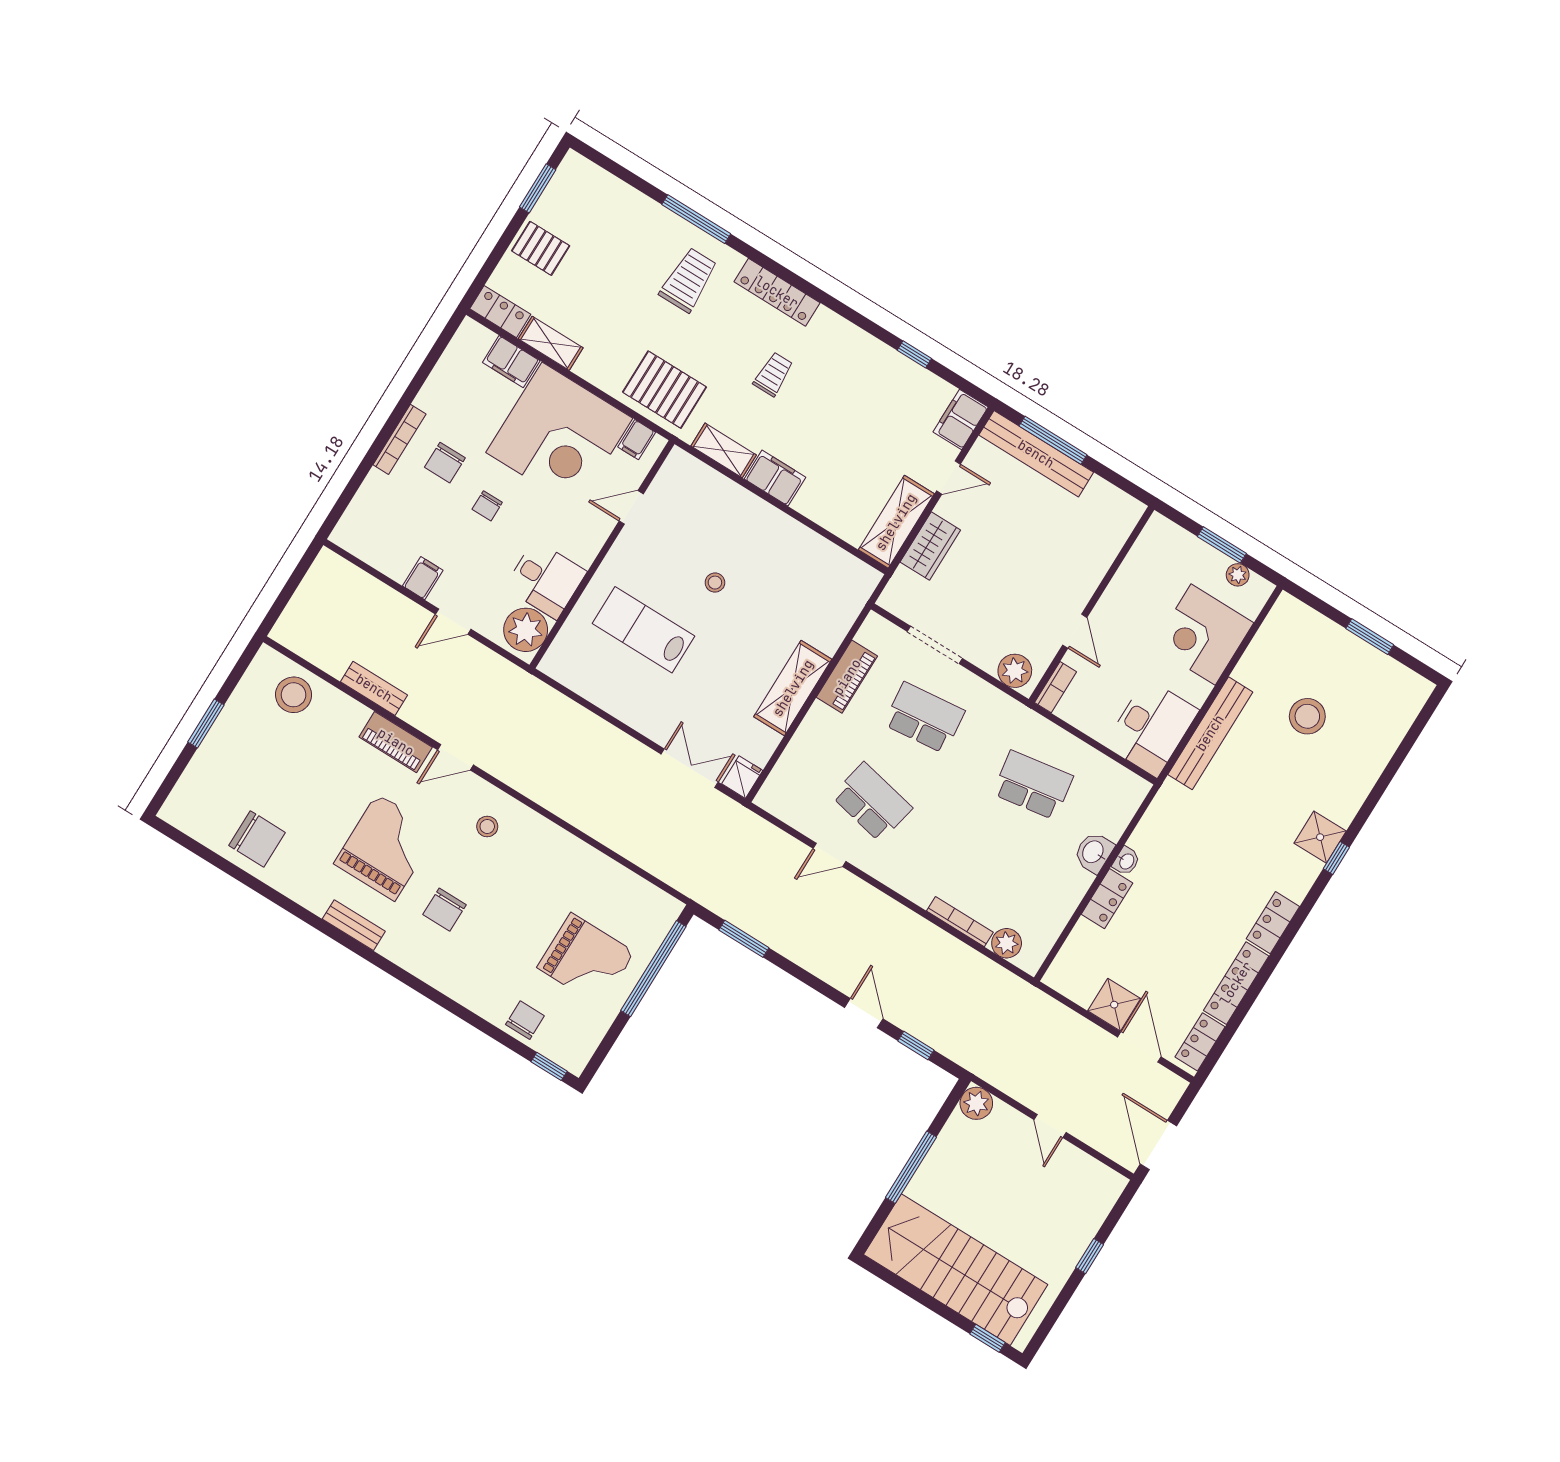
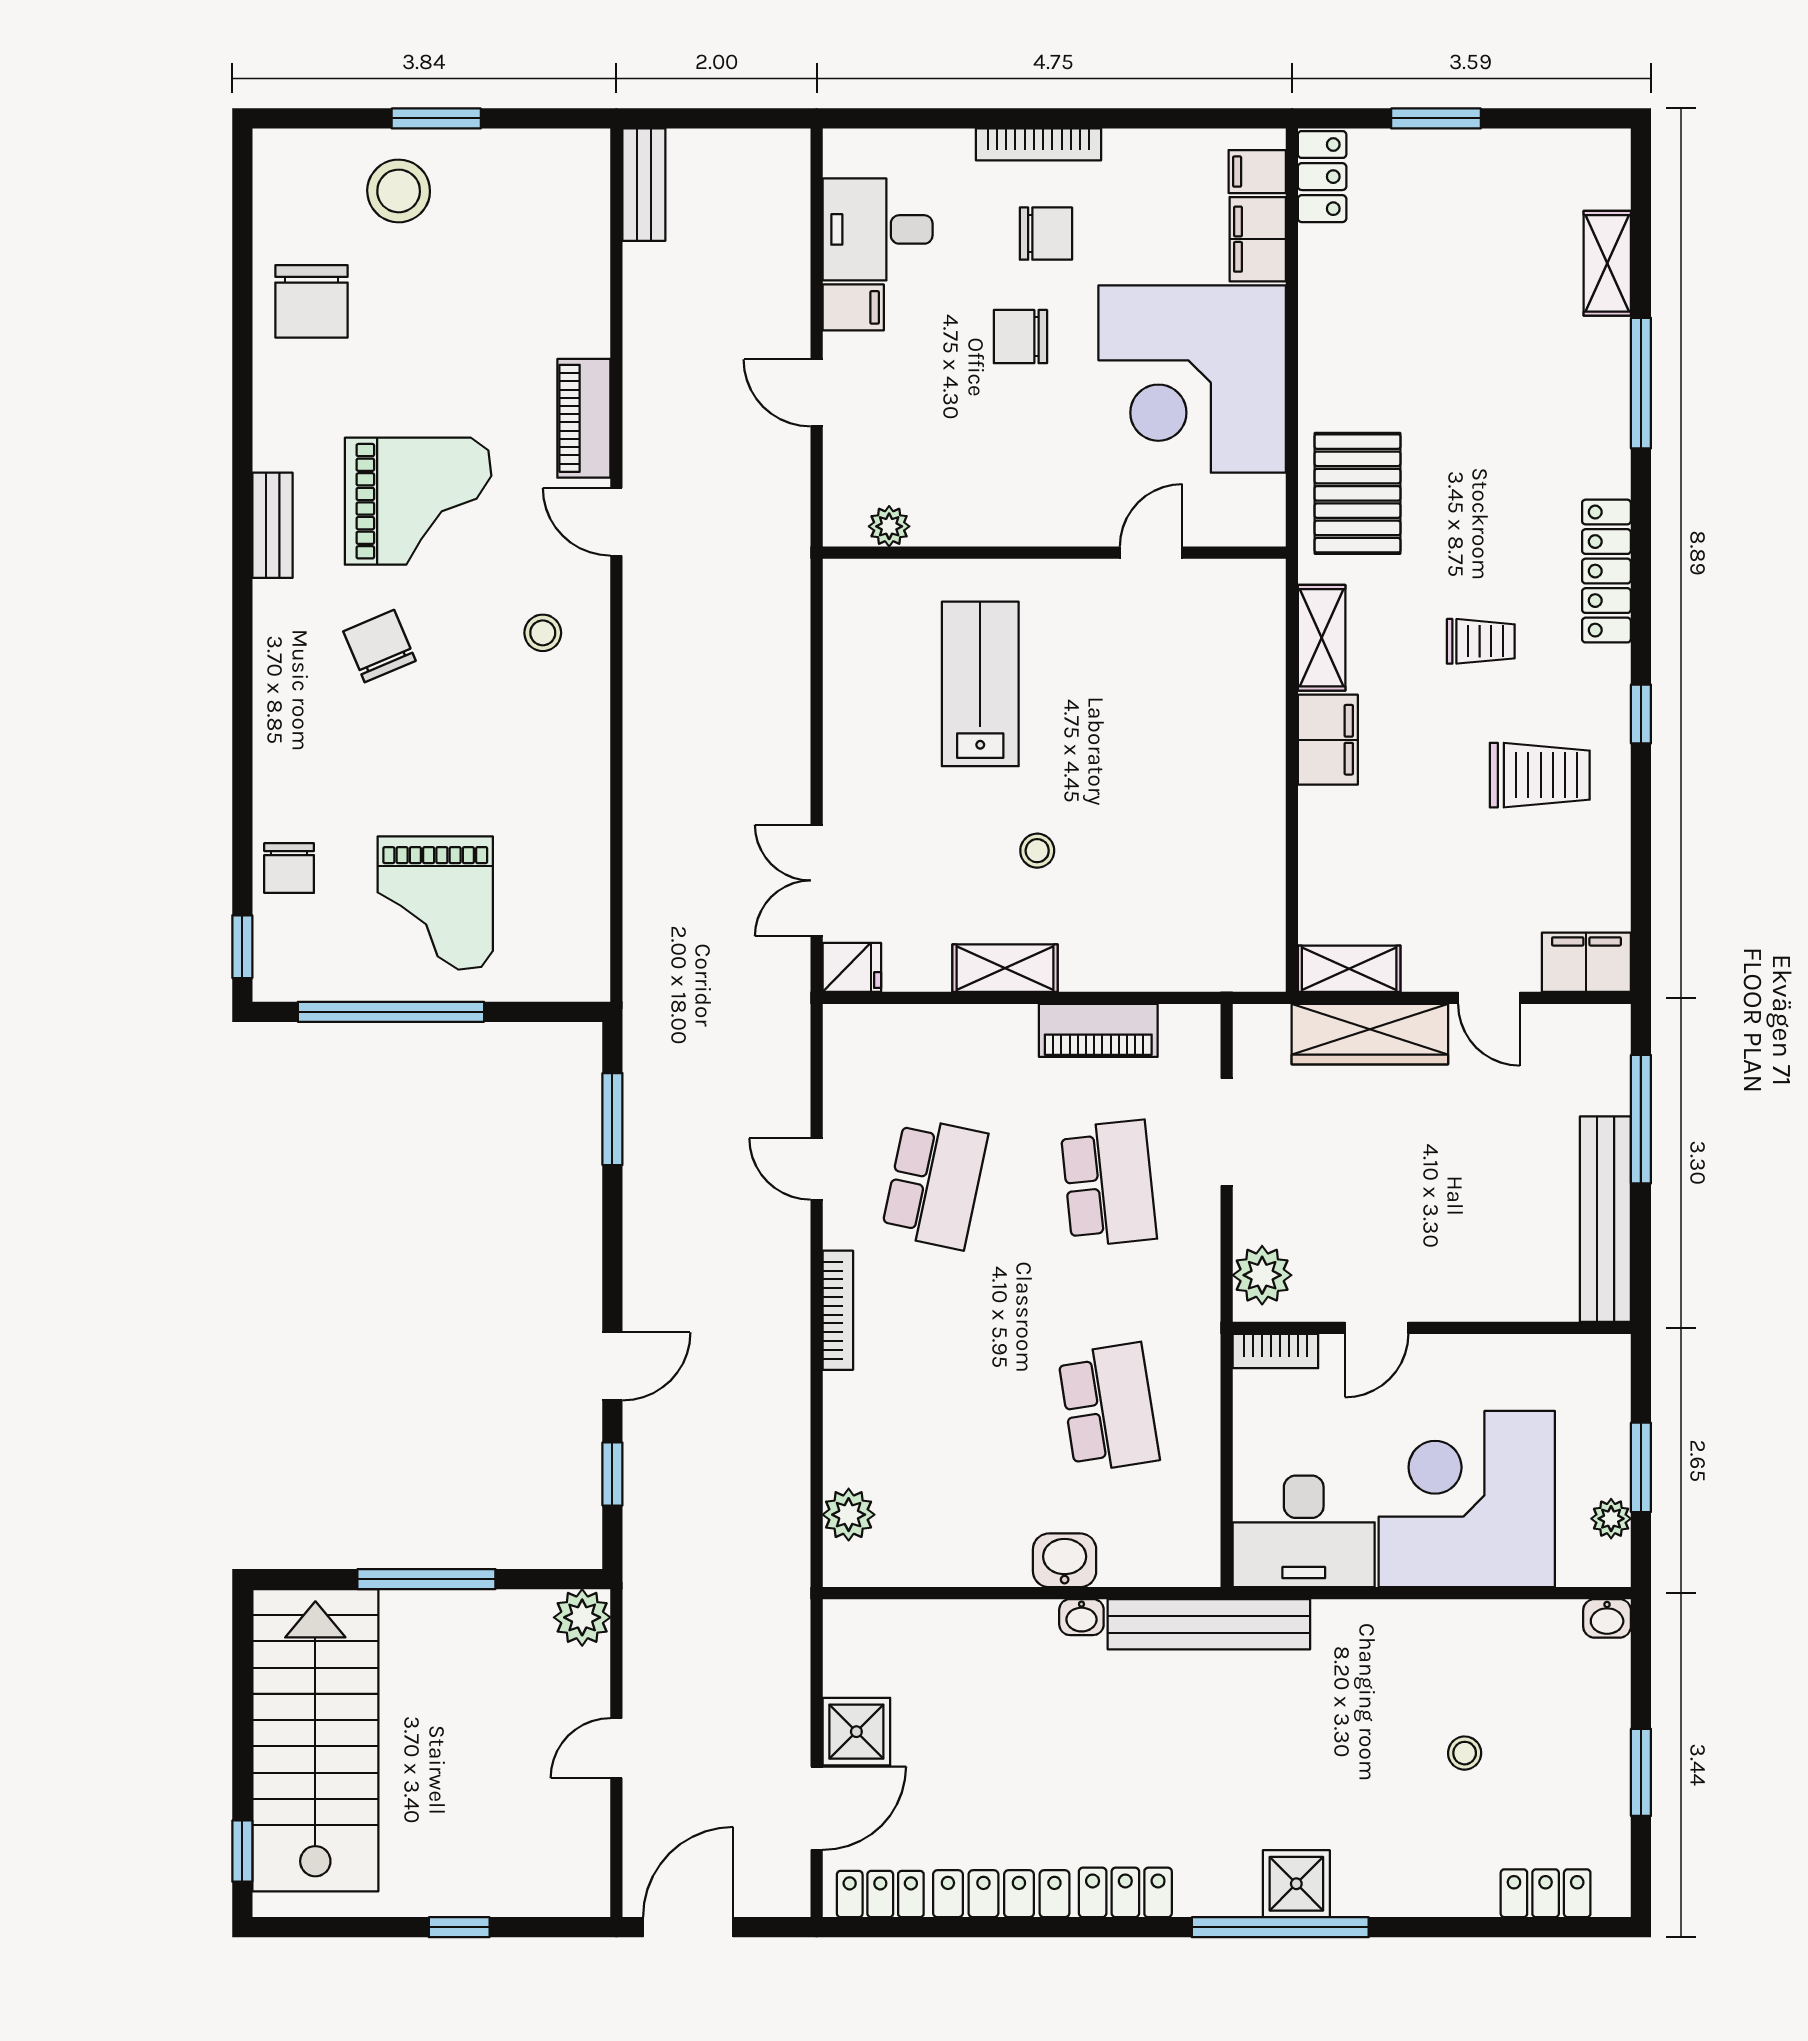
window: (538, 188) -> (1436, 118), moved
pallet: (541, 248) -> (1454, 178), removed
trolley: (688, 280) -> (1540, 775), moved
shelving: (551, 343) -> (1607, 263), moved
window: (914, 354) -> (1641, 714), moved
filing cabinet: (637, 440) -> (1257, 172), moved
bench: (1036, 454) -> (1605, 1219), moved
chair: (445, 463) -> (1046, 234), turned 180
chair: (487, 506) -> (1020, 337), width x1.37, depth x1.37
door: (631, 507) -> (1151, 553), hinge flipped
shelving: (896, 522) -> (1349, 969), width x0.67, depth x0.75
wardrobe: (930, 546) -> (1370, 1034), width x1.50
desk: (545, 580) -> (878, 229), moved, turned 90
stool: (715, 583) -> (1037, 851), moved
washbasin: (1285, 607) -> (1607, 1618), added
plant: (526, 630) -> (889, 526), width x0.53, depth x0.53
corner desk: (1203, 635) -> (1467, 1499), width x1.36, depth x1.36
bench: (374, 688) -> (644, 185), moved
shelving: (793, 688) -> (1005, 968), width x0.67, depth x0.75
stool: (294, 695) -> (399, 191), moved
stool: (1307, 716) -> (1465, 1753), width x0.53, depth x0.53
bench: (1210, 733) -> (1209, 1624), moved
double door: (690, 768) -> (817, 880), swing flipped
window: (1336, 858) -> (1280, 1927), width x3.17
locker: (1107, 899) -> (1546, 1893), moved, turned 180
chair: (445, 910) -> (379, 646), turned 67
bookcase: (960, 922) -> (838, 1310), moved
window: (653, 969) -> (391, 1012), moved
chair: (525, 1020) -> (289, 868), turned 90

